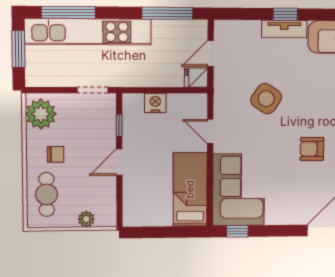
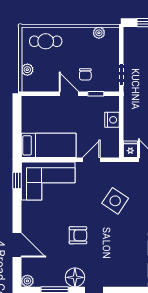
plant: (41, 114) -> (99, 33), width x0.53, depth x0.53
armchair: (312, 149) -> (78, 235), turned 90
chair: (56, 154) -> (85, 74), moved

